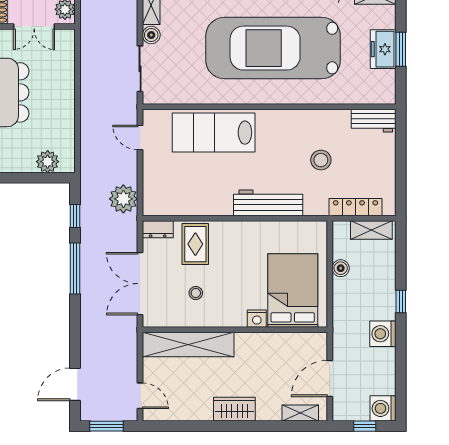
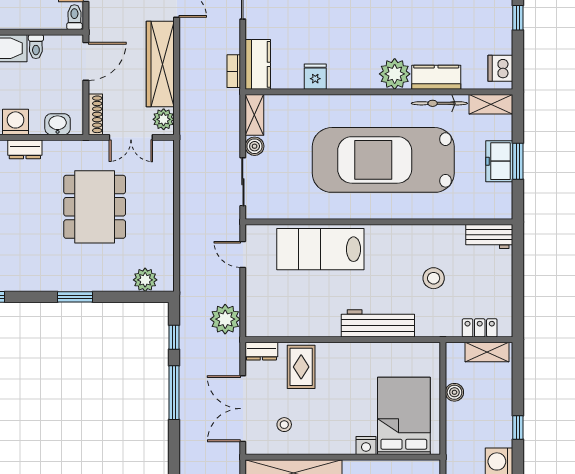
locker: (355, 207) -> (480, 328), width x0.66
stool: (196, 293) -> (284, 425), moved

